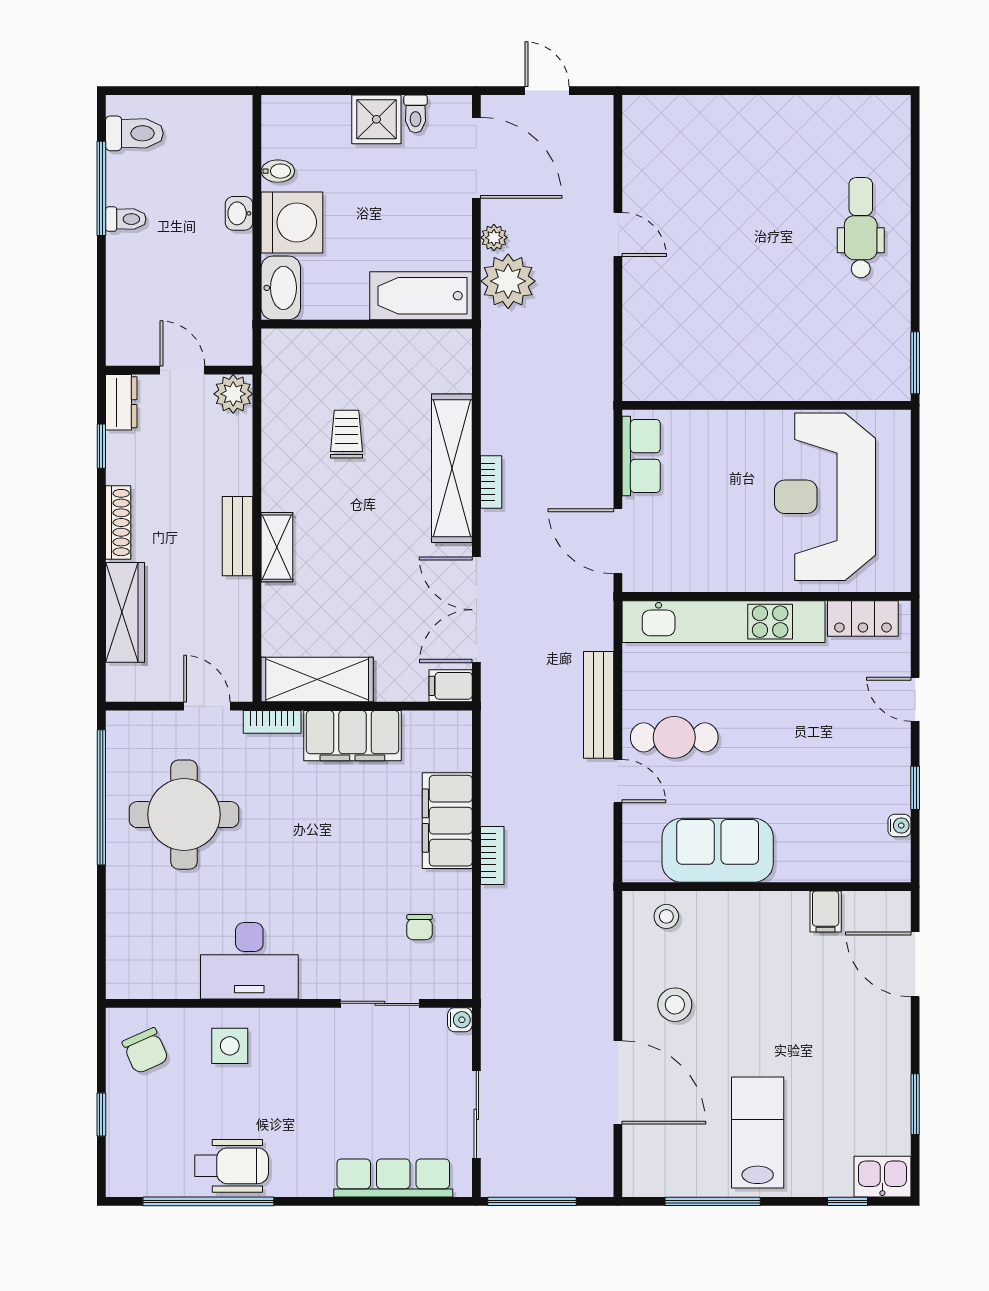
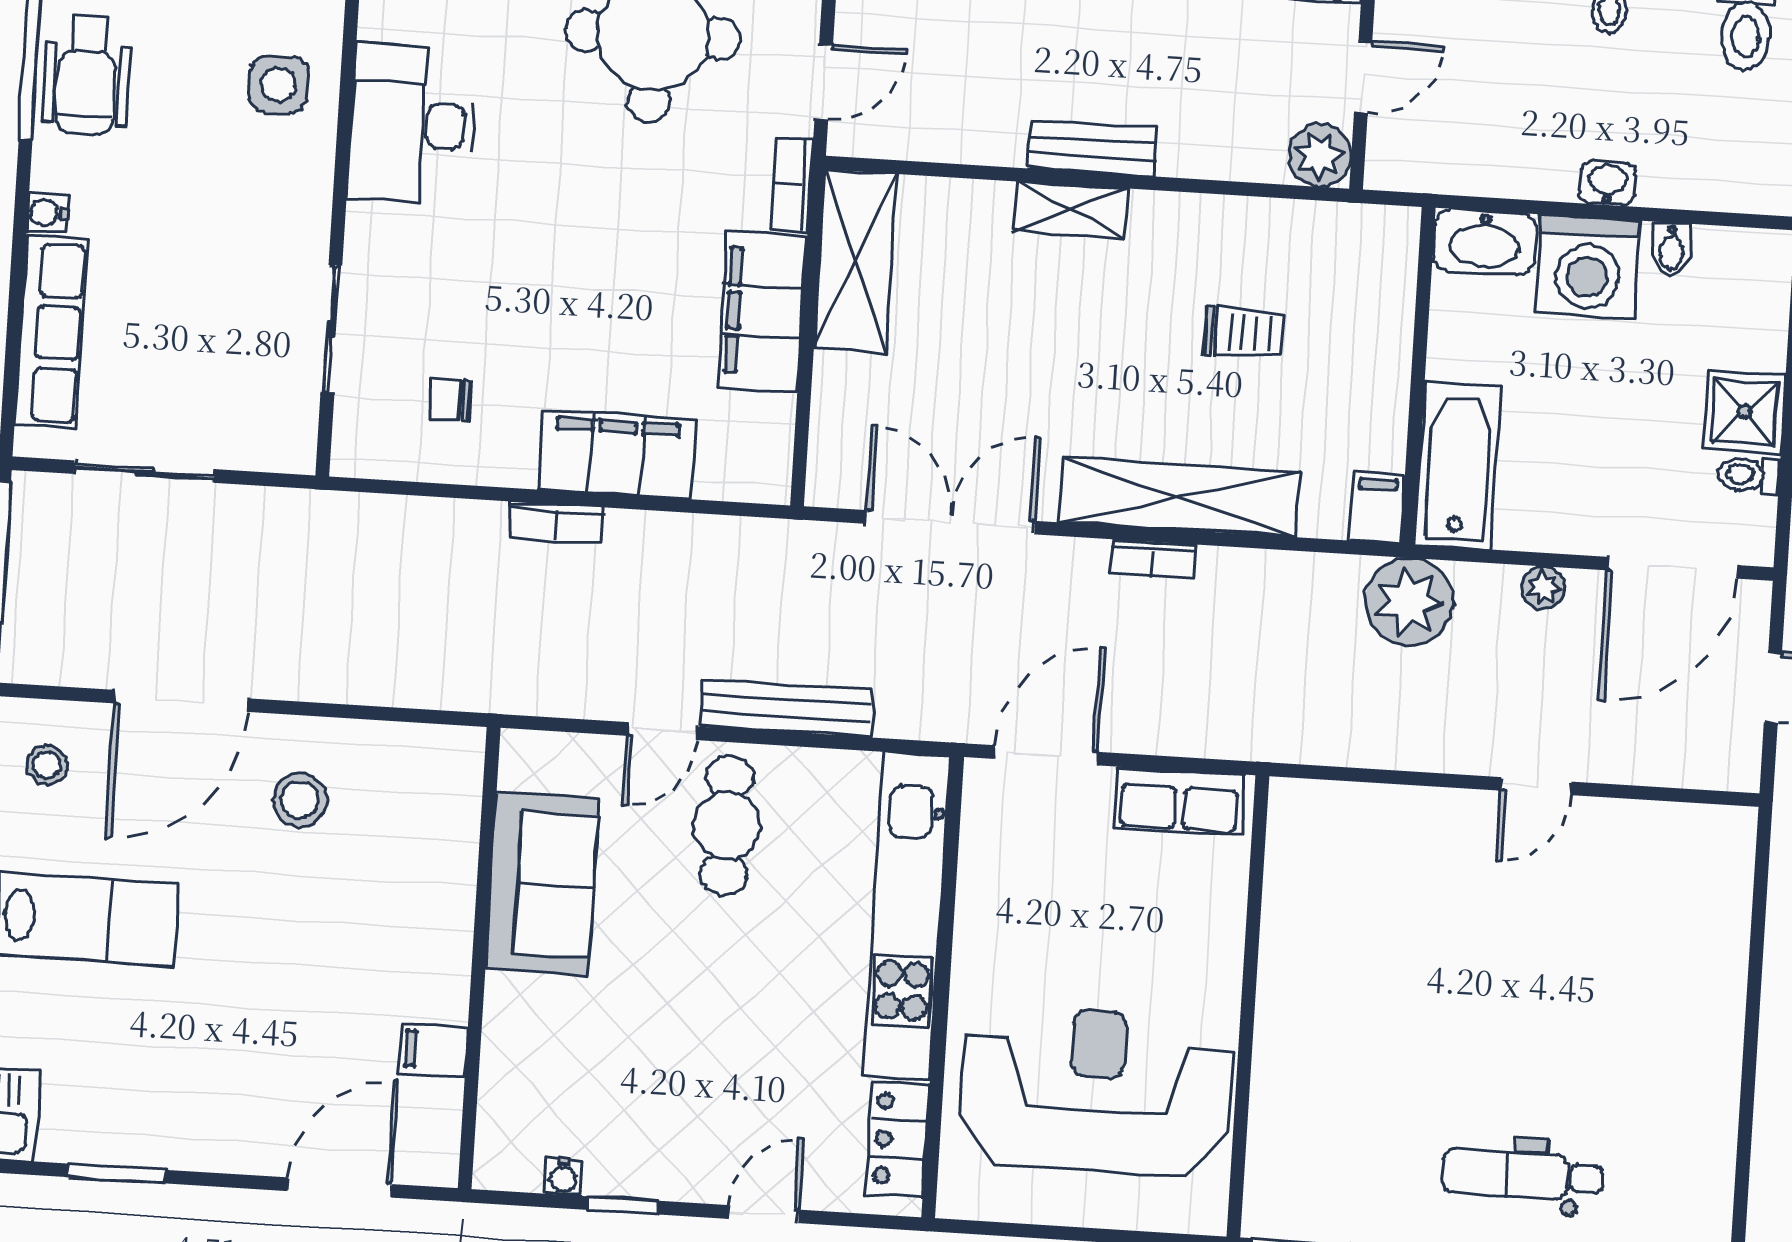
dental chair: (861, 228) -> (1522, 1175), turned 180
plant: (508, 281) -> (1409, 602), moved
filing cabinet: (451, 686) -> (1377, 508), moved
stool: (666, 916) -> (47, 765), moved
water cooler: (460, 1020) -> (47, 213), moved, turned 90

